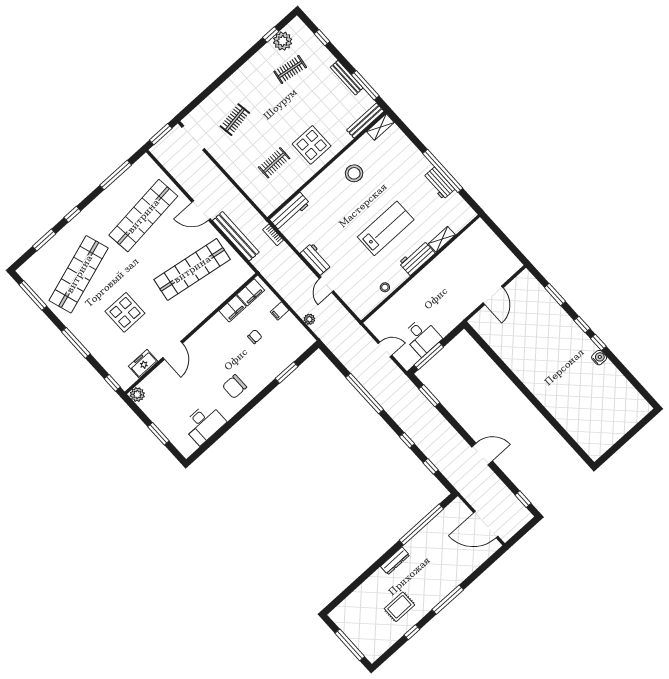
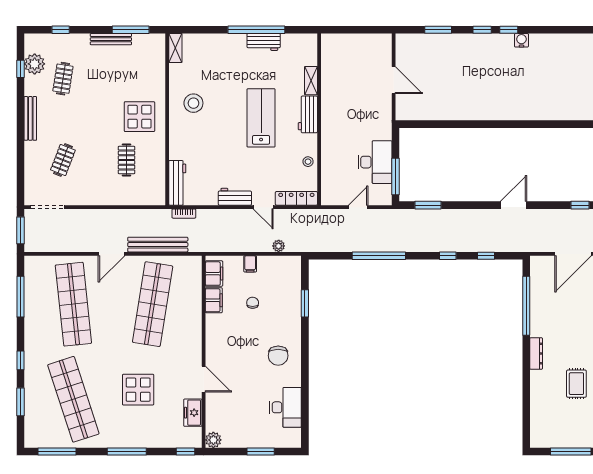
clothes rail: (235, 120) -> (63, 160), turned 30
bench: (365, 121) -> (30, 118), moved
locker: (353, 302) -> (296, 198), added
desk: (422, 337) -> (375, 162), width x1.37

